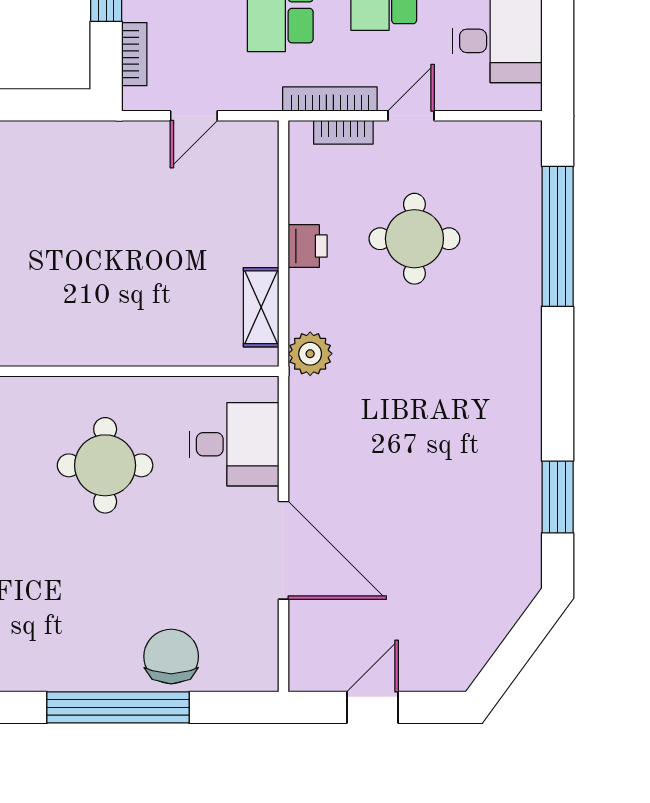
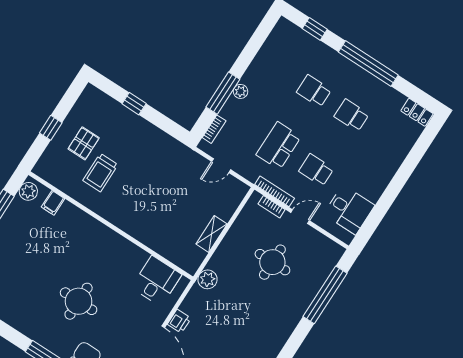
printer: (308, 246) -> (179, 321), moved
shelving: (261, 307) -> (212, 234), moved
desk: (234, 444) -> (156, 281), moved, turned -90
round table: (105, 465) -> (79, 301), moved

